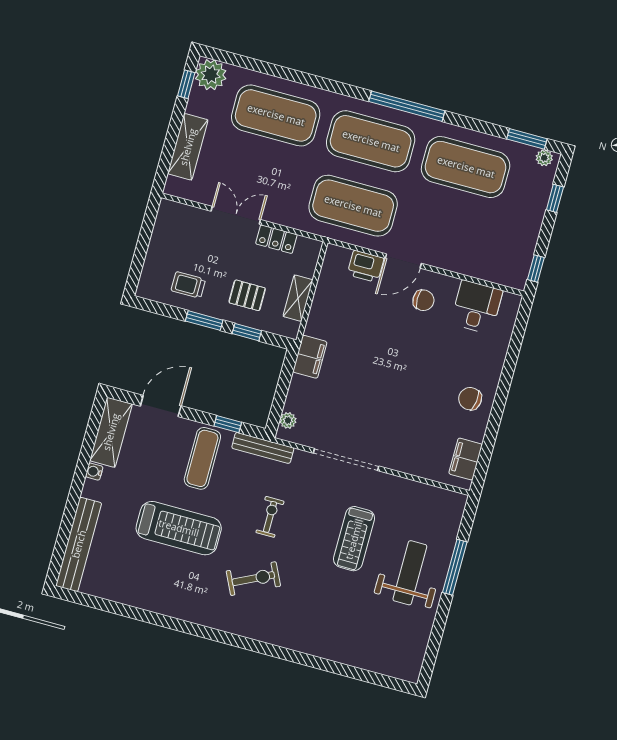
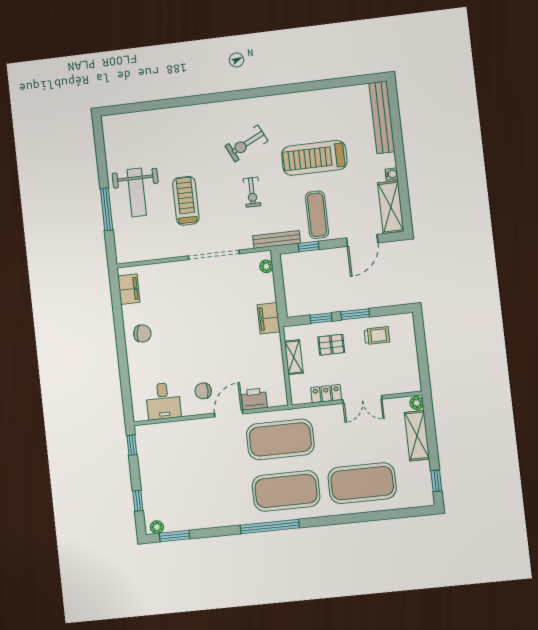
plant: (211, 75) -> (417, 403), moved, width x0.53, depth x0.53
exercise mat: (466, 167) -> (210, 499), removed

